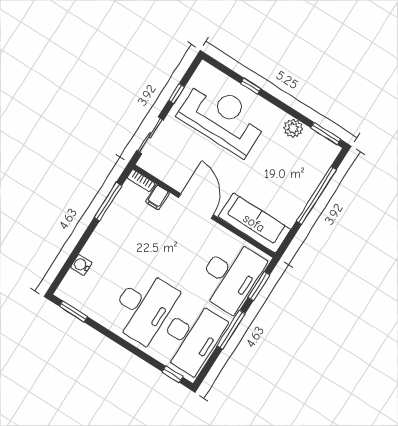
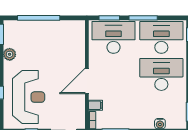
reception desk: (223, 118) -> (29, 97), turned 180
sofa: (254, 223) -> (76, 42), removed

